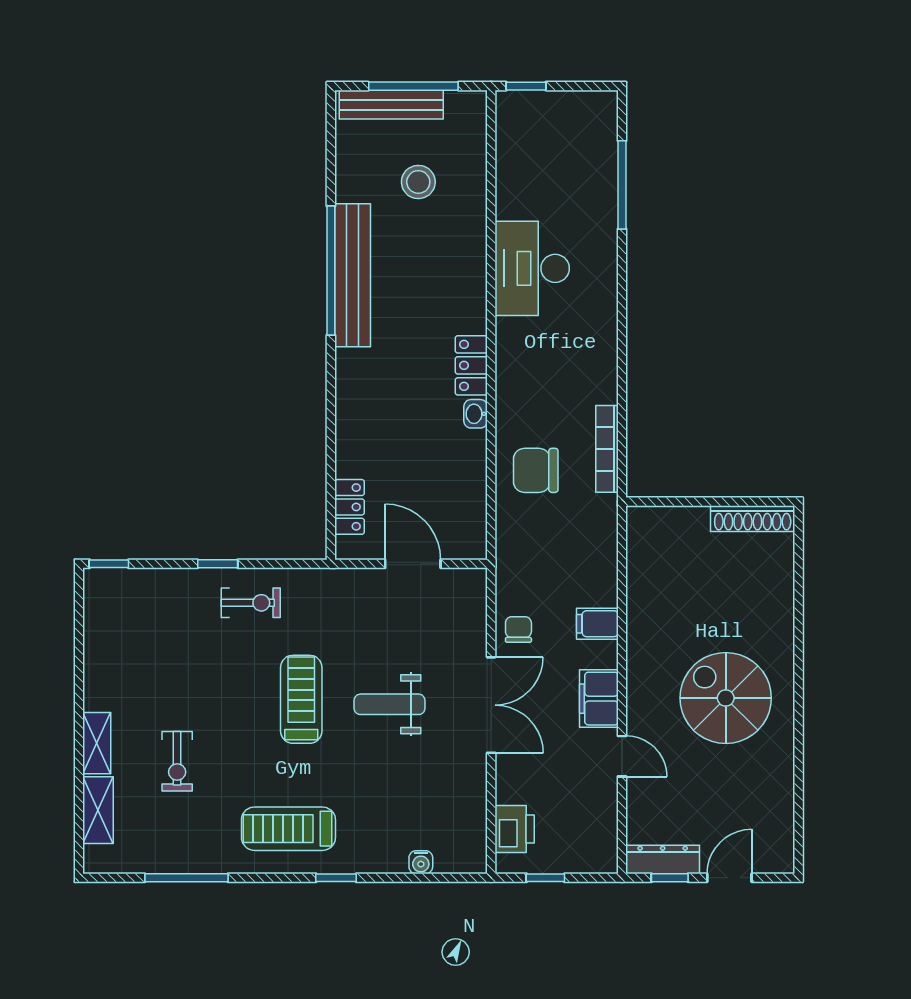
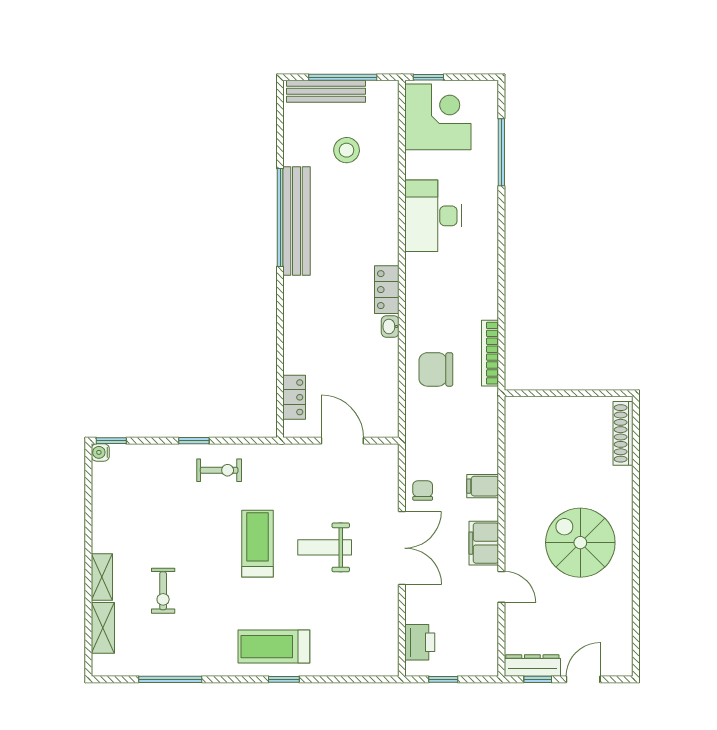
corner desk: (538, 138) -> (438, 117), added
shoe rack: (753, 519) -> (623, 433), moved, turned 90
treadmill: (288, 829) -> (274, 647), moved
water cooler: (421, 862) -> (100, 452), moved, turned 90

